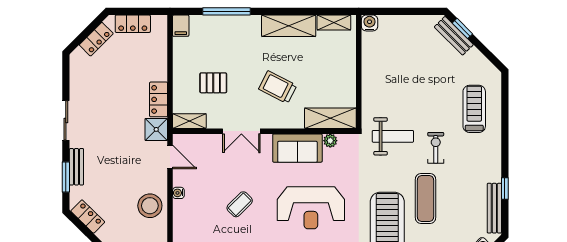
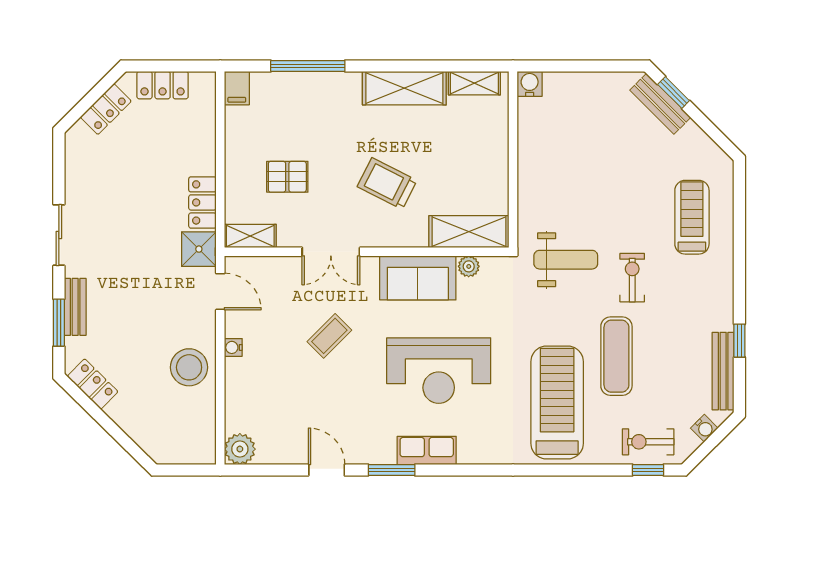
coffee table: (240, 204) -> (329, 336), moved

